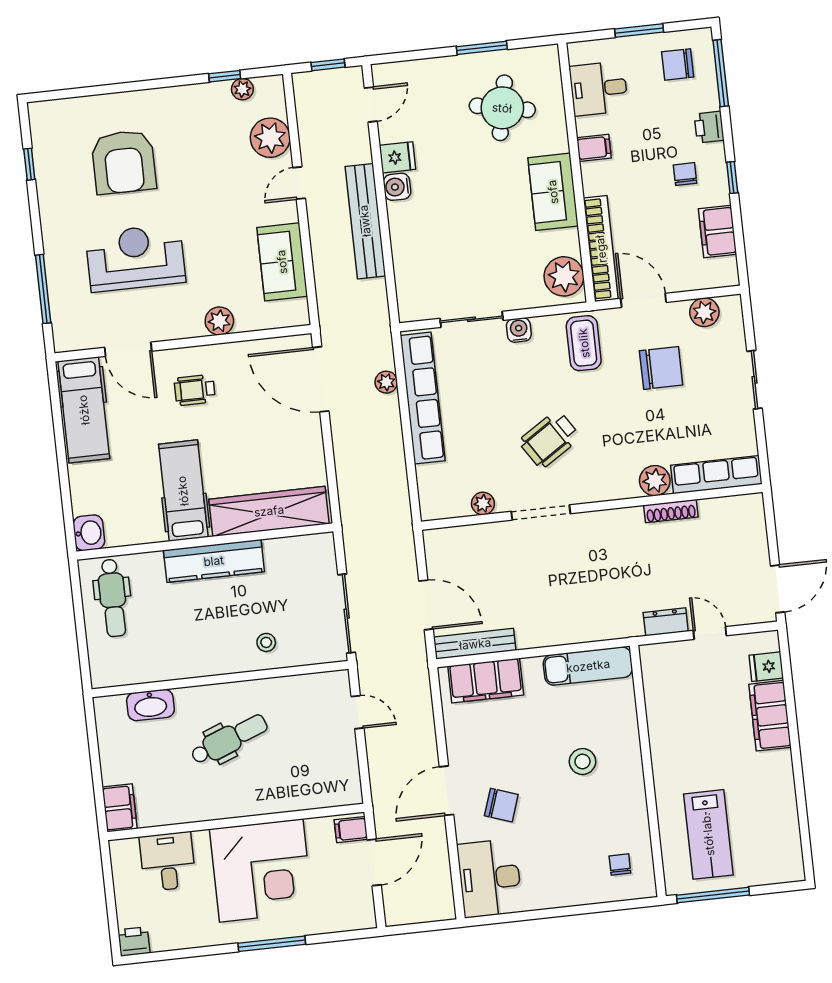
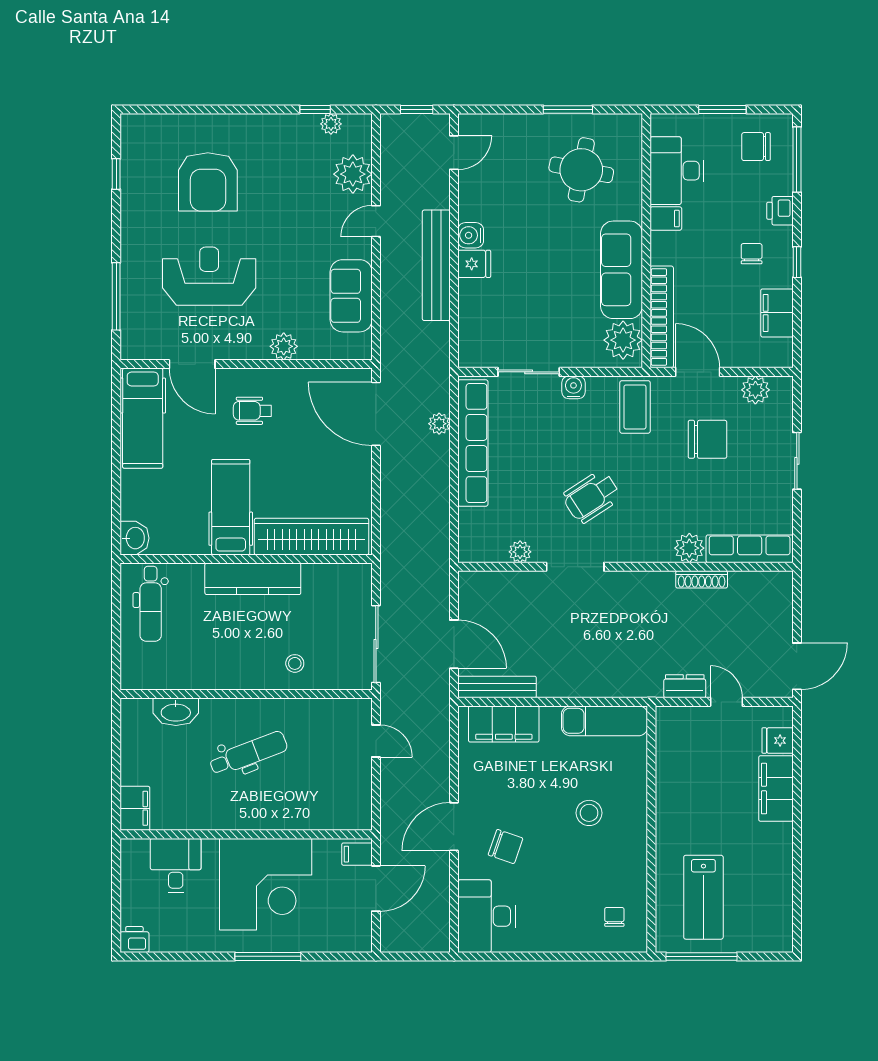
desk: (599, 89) -> (677, 171), width x1.37
fridge: (397, 157) -> (474, 264), moved
sofa: (553, 192) -> (622, 270), width x1.36

